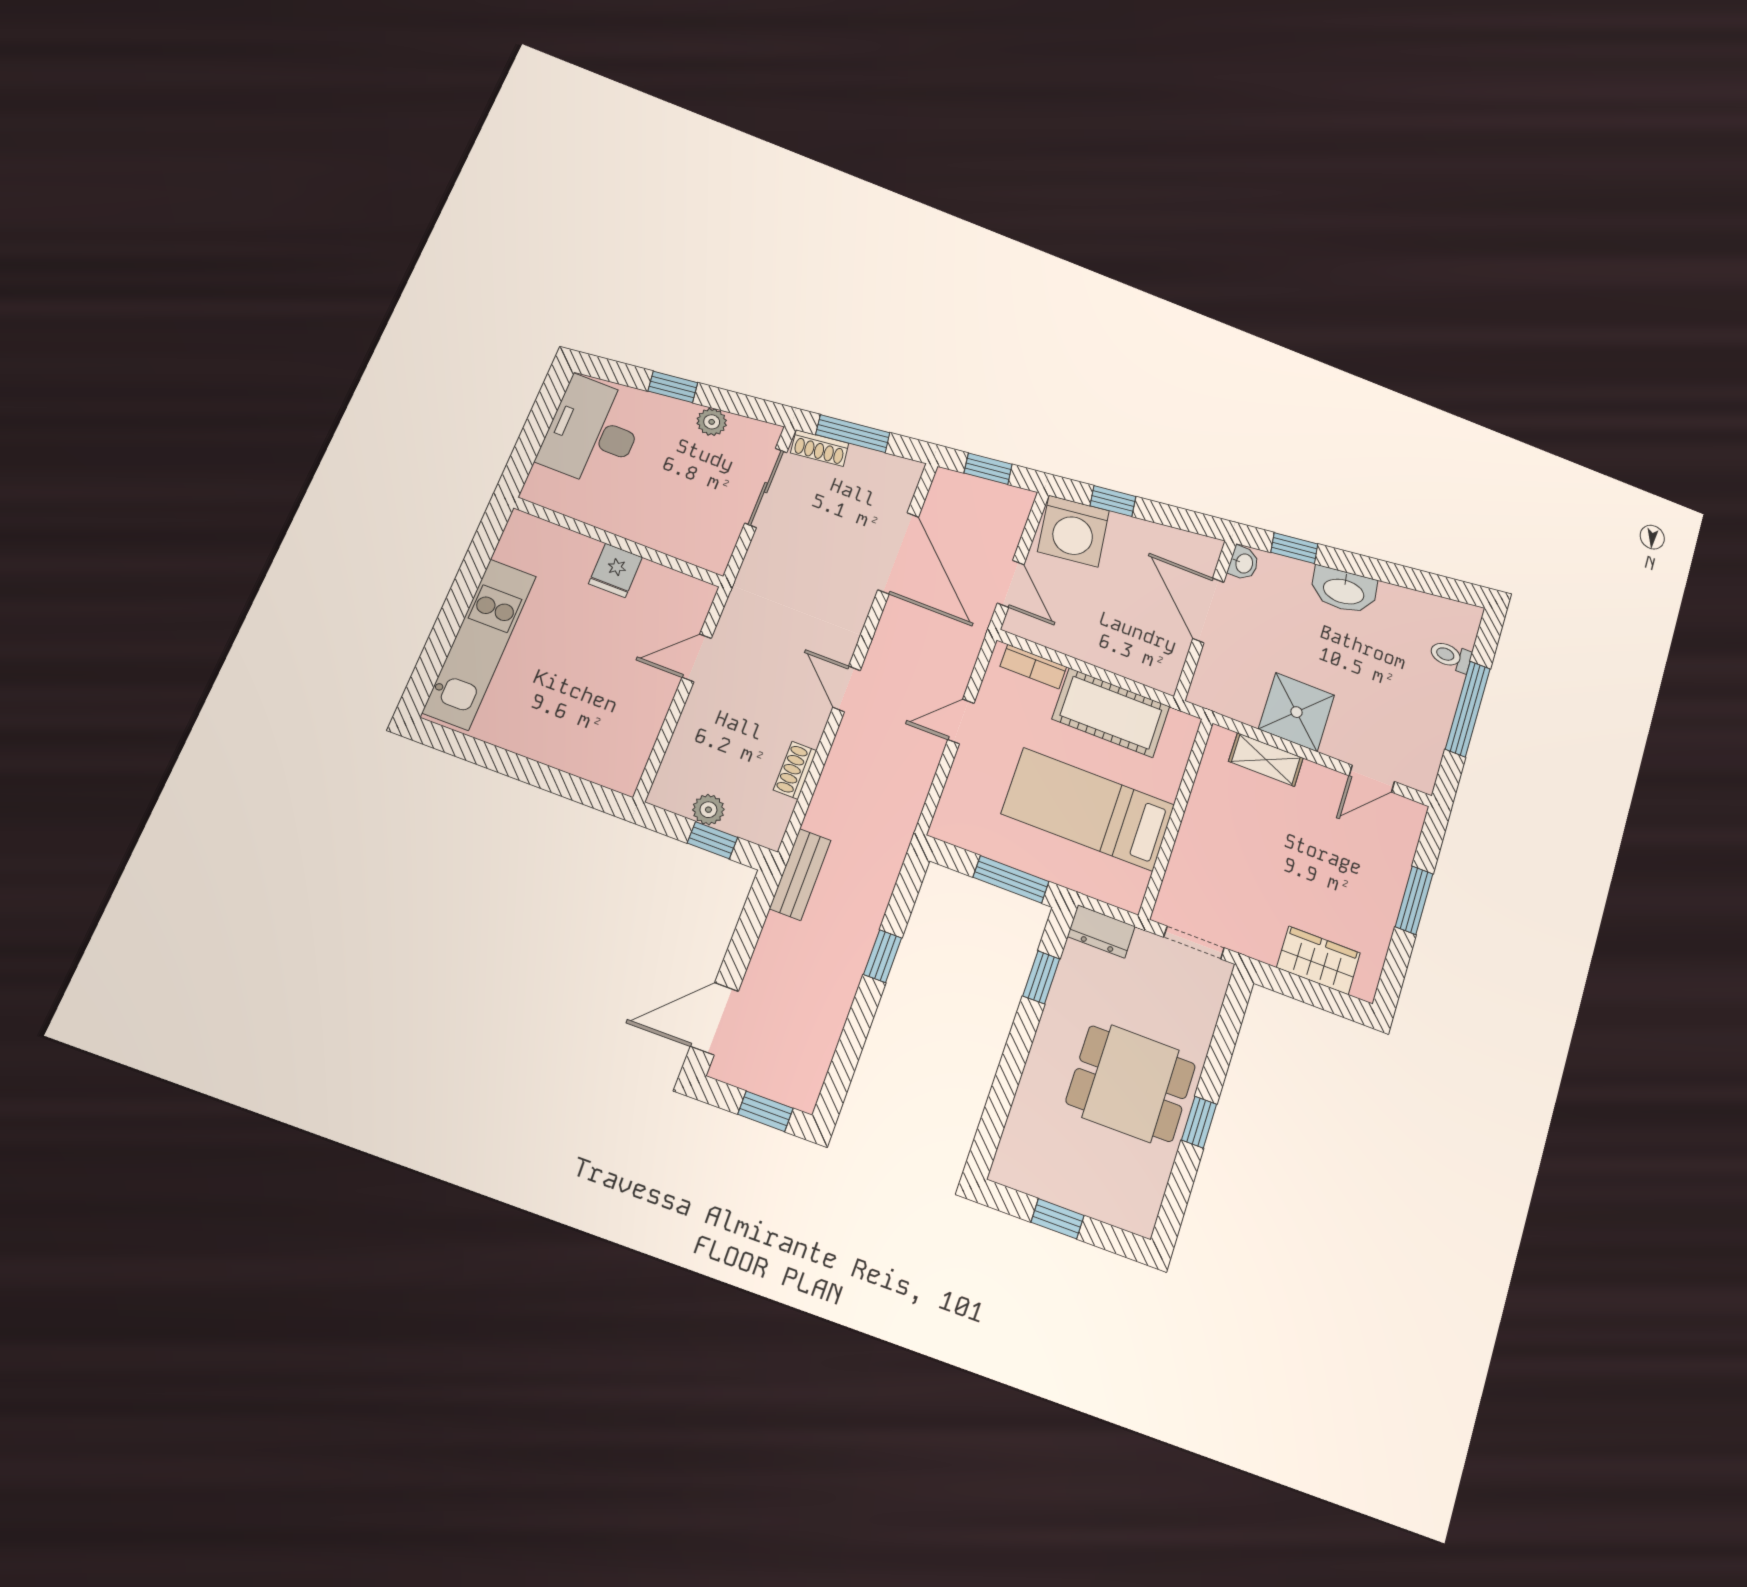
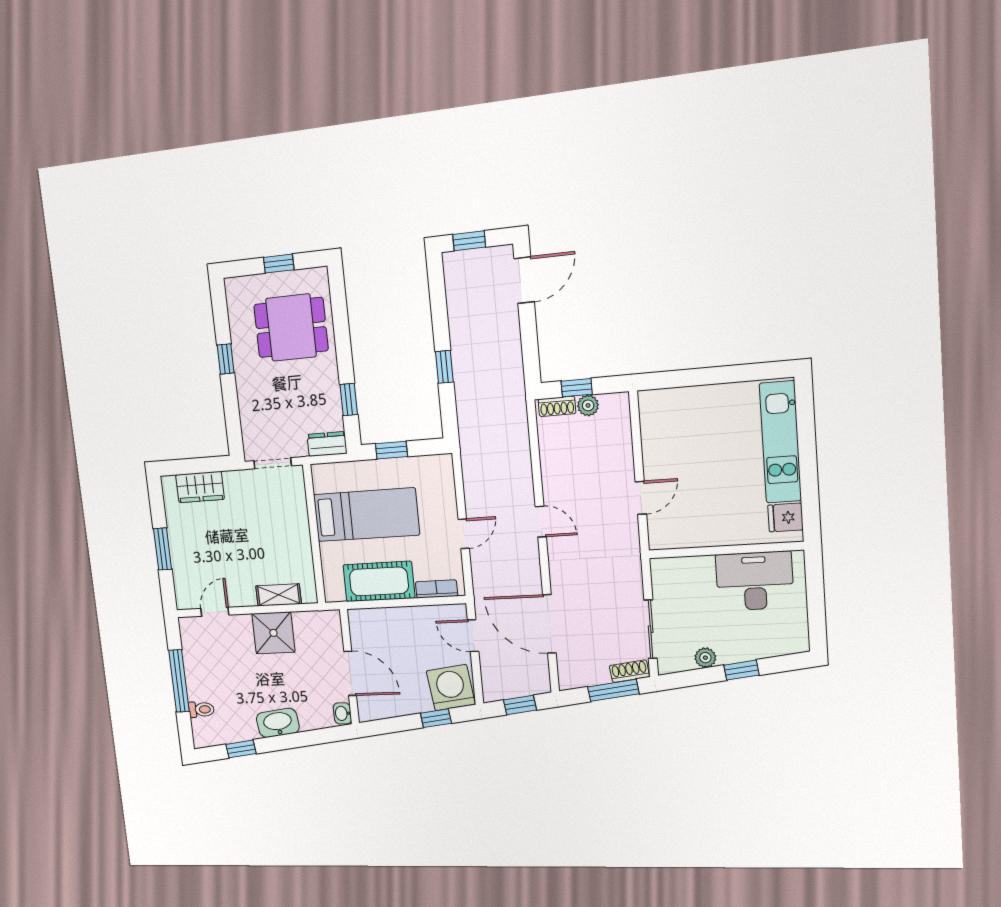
desk: (593, 432) -> (755, 581), moved, turned -90
window: (1294, 548) -> (241, 749), moved
fridge: (615, 570) -> (786, 517), moved, turned -90
shoe rack: (795, 770) -> (557, 406), moved, turned 90
bench: (800, 874) -> (515, 392), removed
window: (1011, 879) -> (392, 450), width x0.67
dining table: (1131, 1084) -> (291, 328), moved

